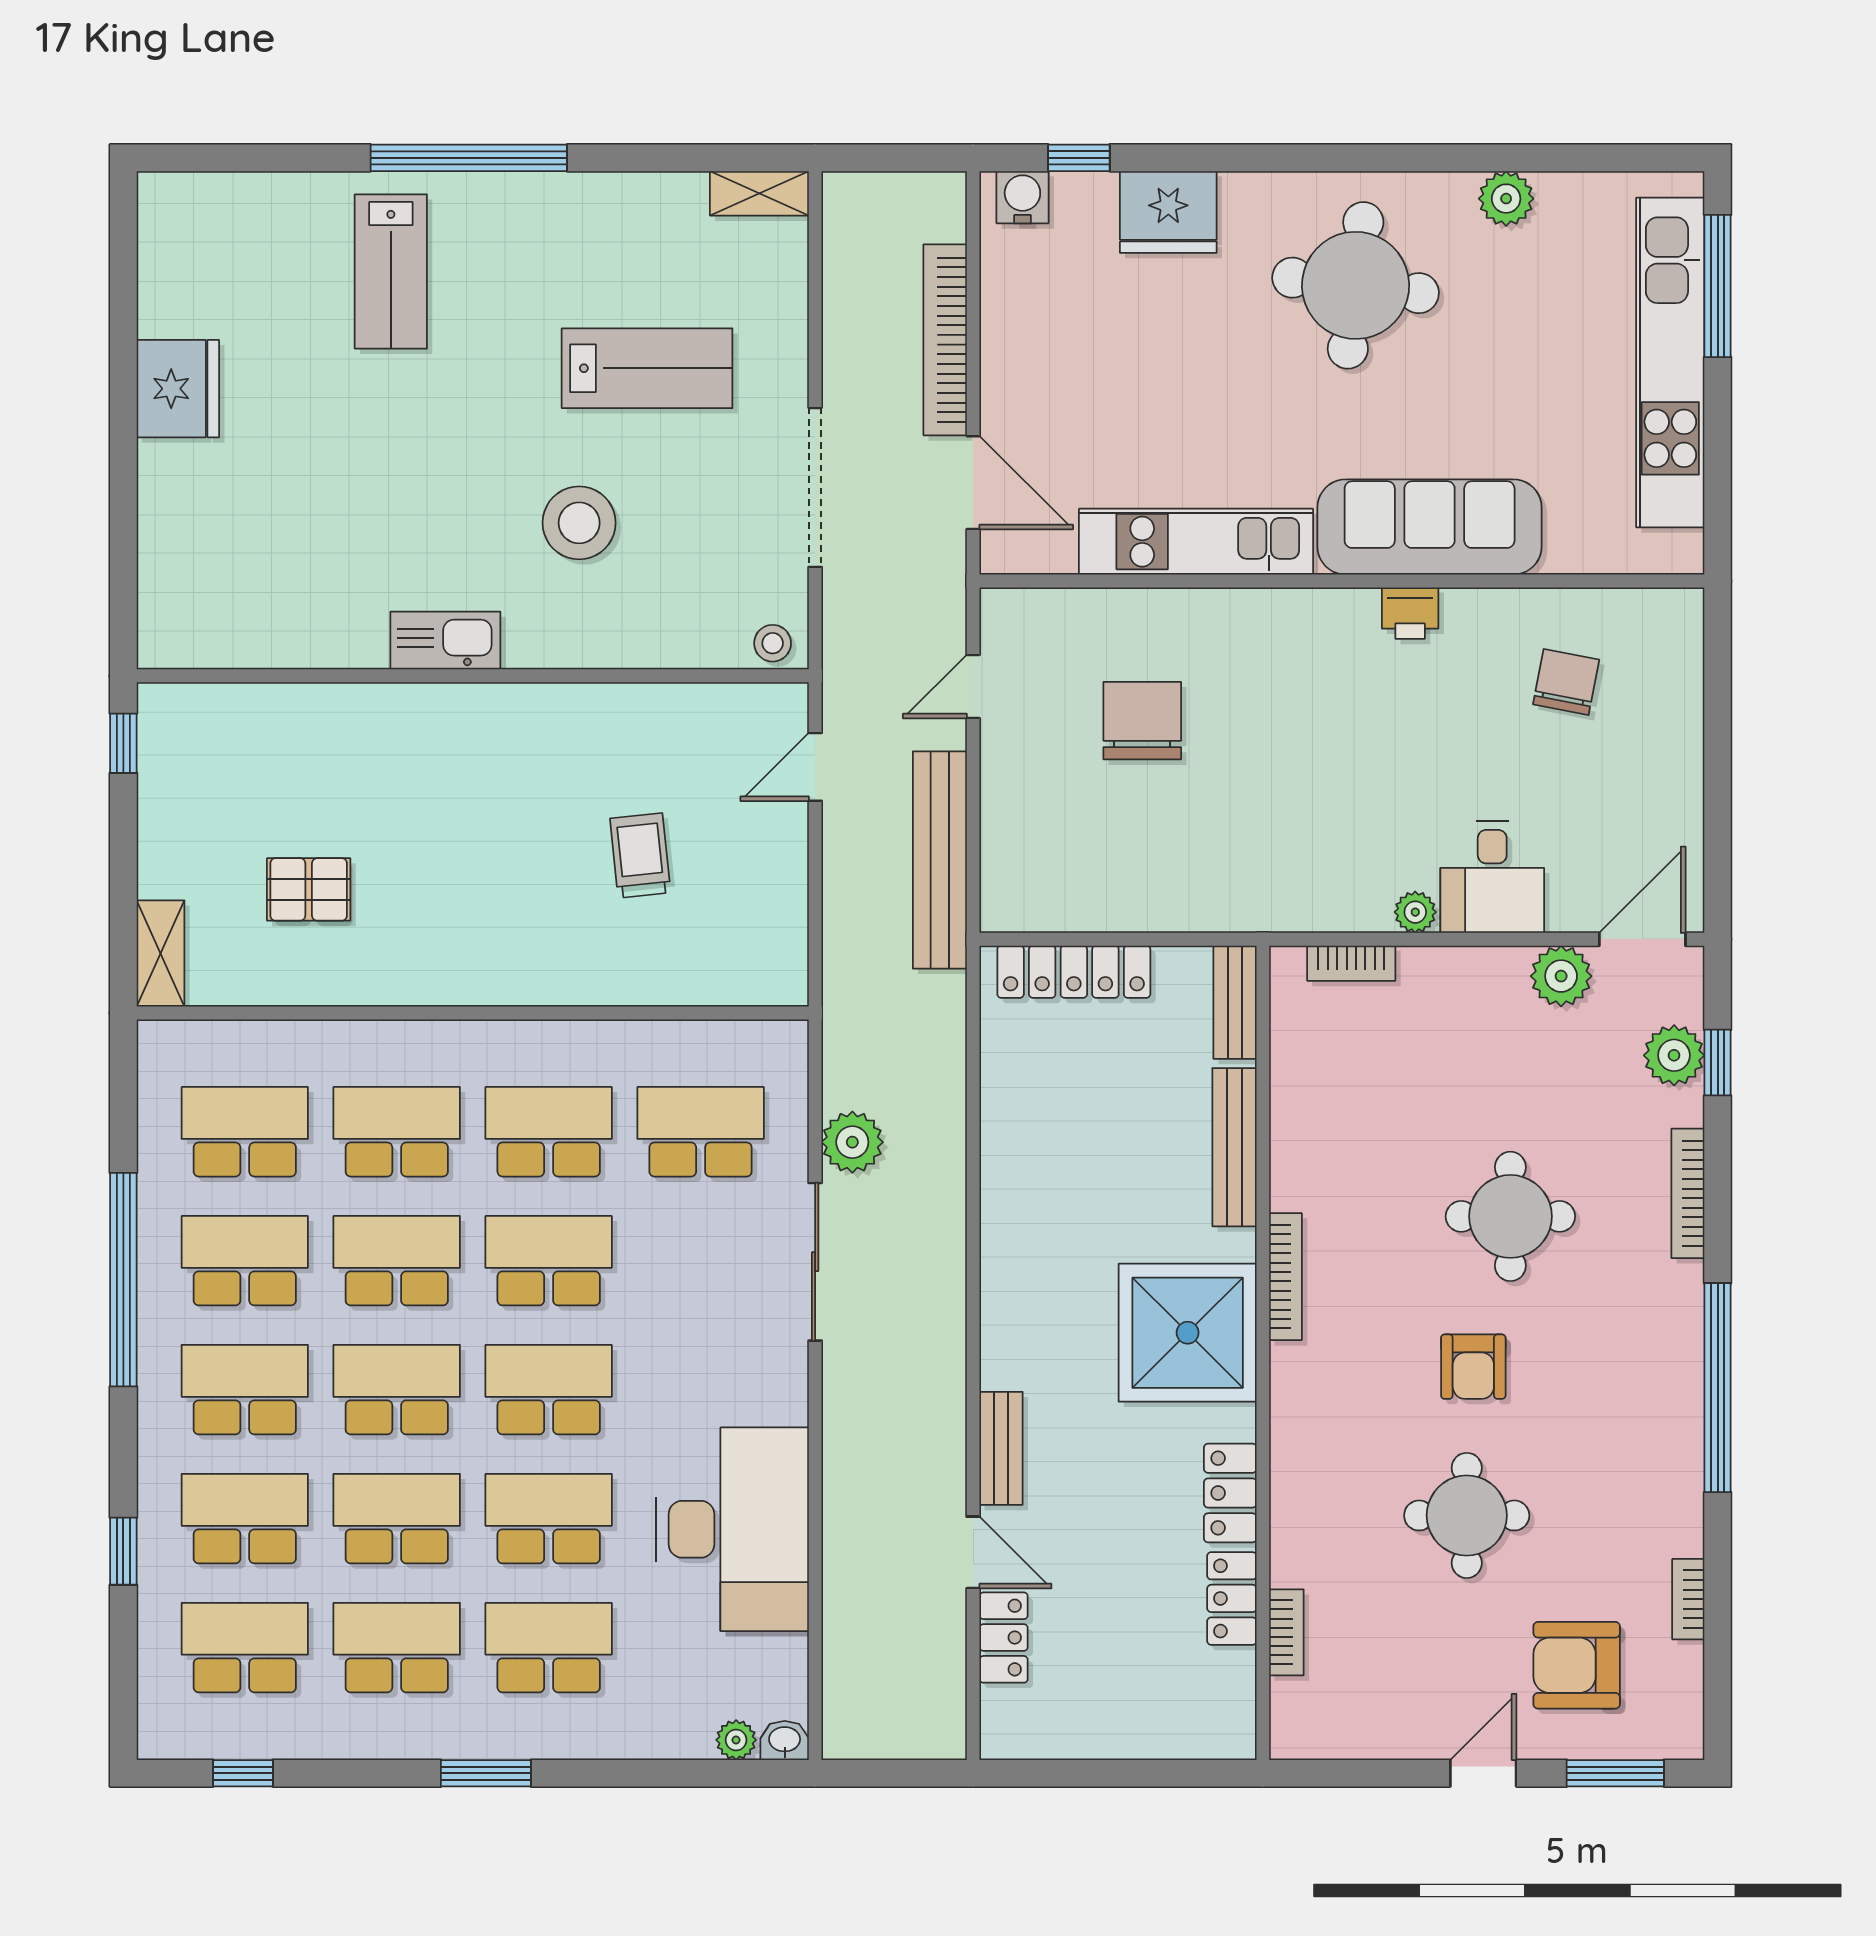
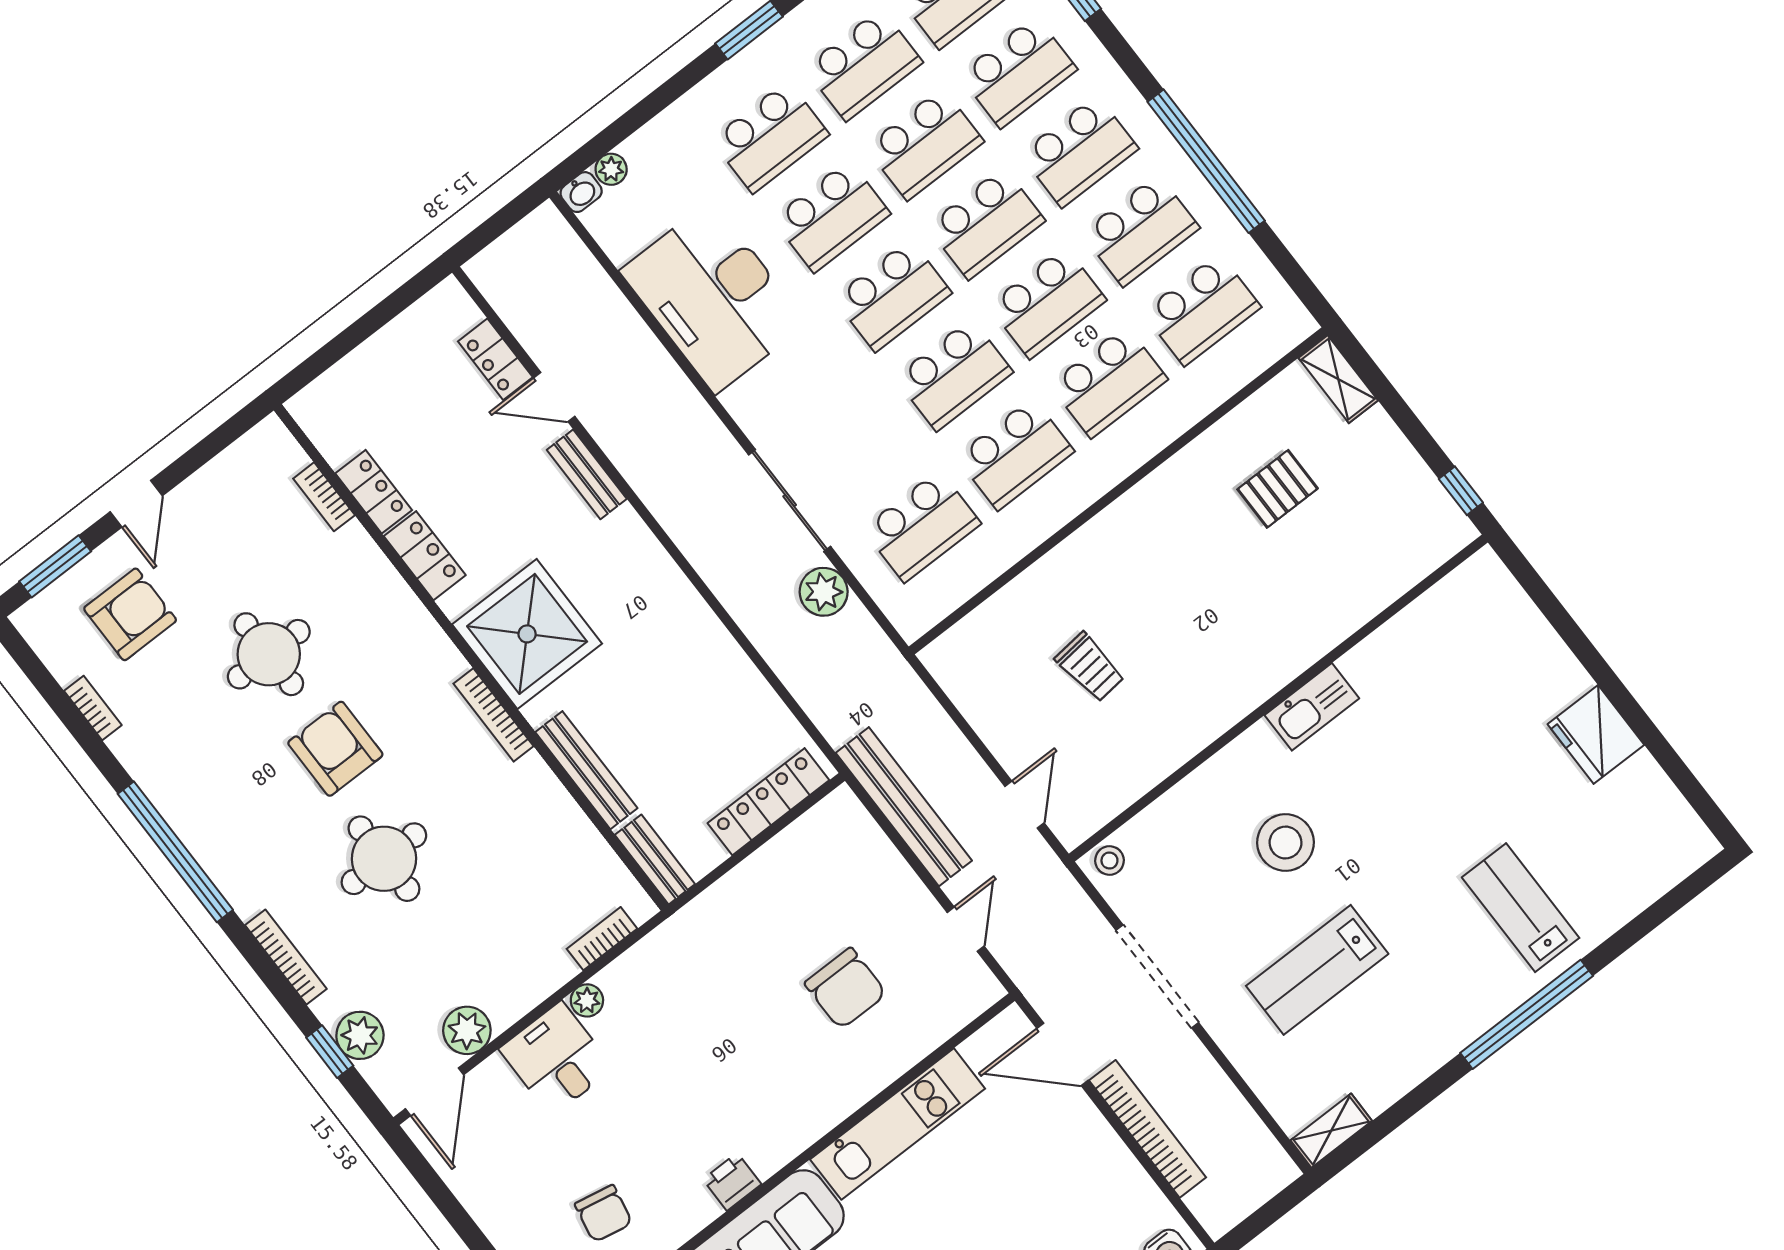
armchair: (1473, 1367) -> (335, 749), width x1.38, depth x1.38

